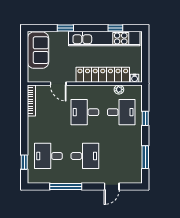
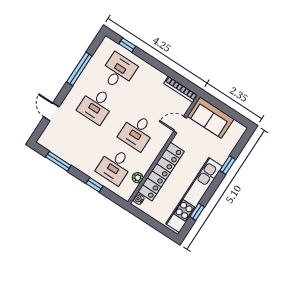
sofa: (38, 50) -> (211, 118), moved
desk: (85, 112) -> (137, 132), turned 180

